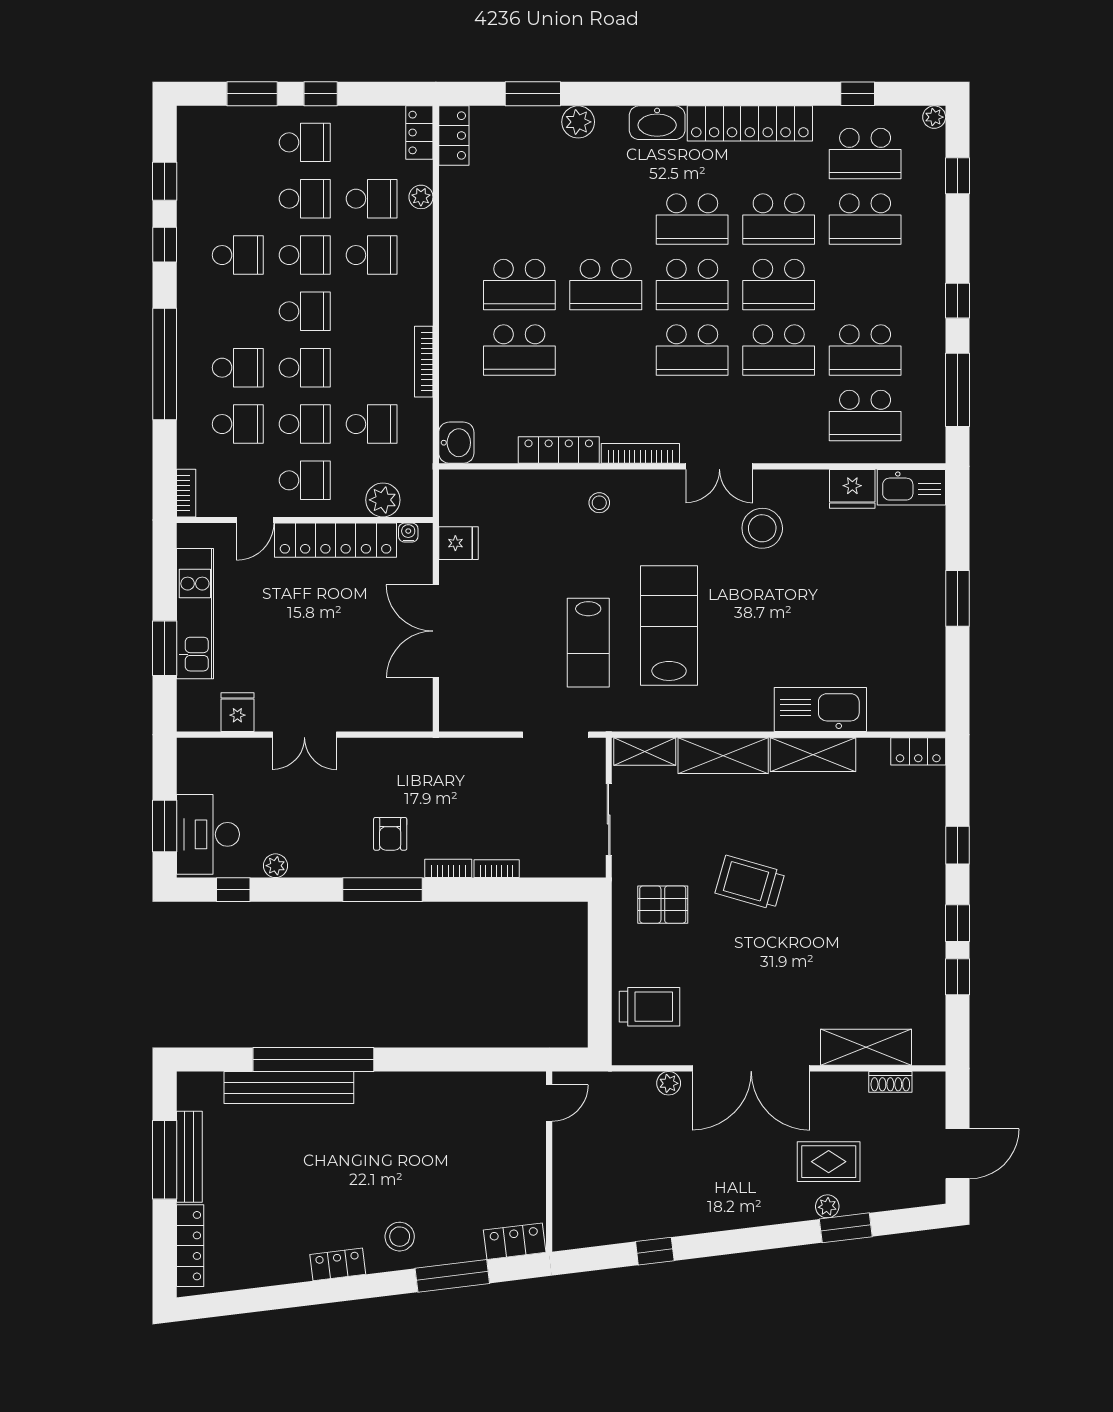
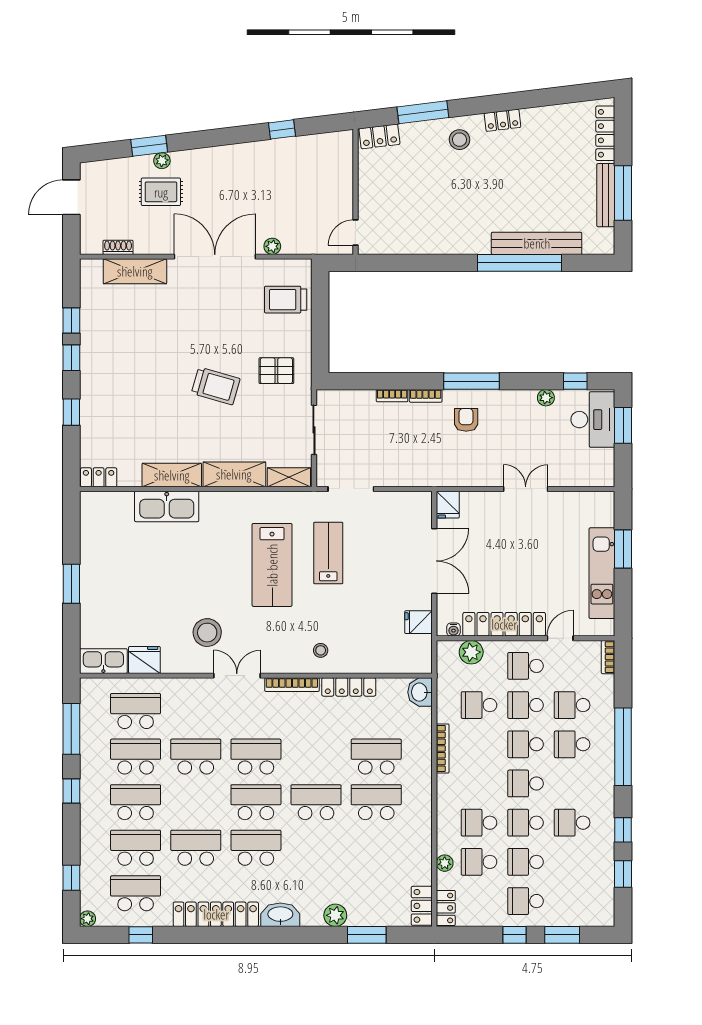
school desk: (779, 285) -> (136, 802), moved
fridge: (237, 712) -> (448, 505), moved

